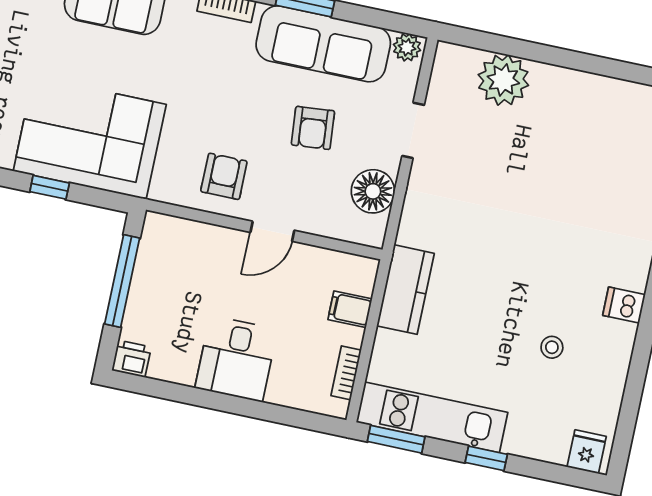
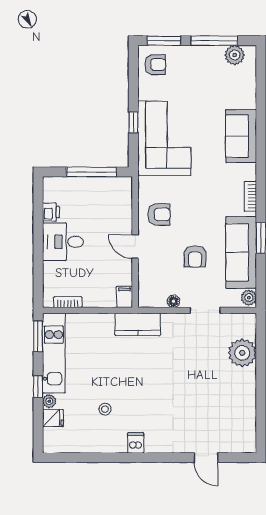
armchair: (313, 128) -> (195, 257), turned -85
floor lamp: (373, 191) -> (173, 301), width x0.53, depth x0.53
kitchen counter: (405, 290) -> (138, 324), moved
filing cabinet: (350, 309) -> (124, 297), moved
printer: (131, 359) -> (51, 212), moved
plant: (517, 444) -> (49, 401), added
fridge: (587, 452) -> (53, 418), moved

